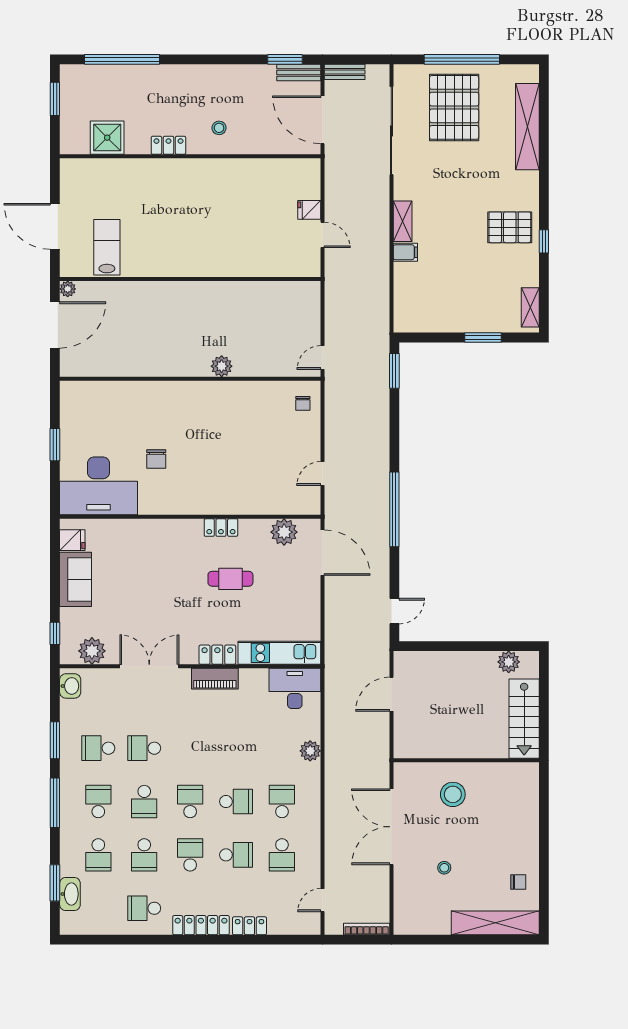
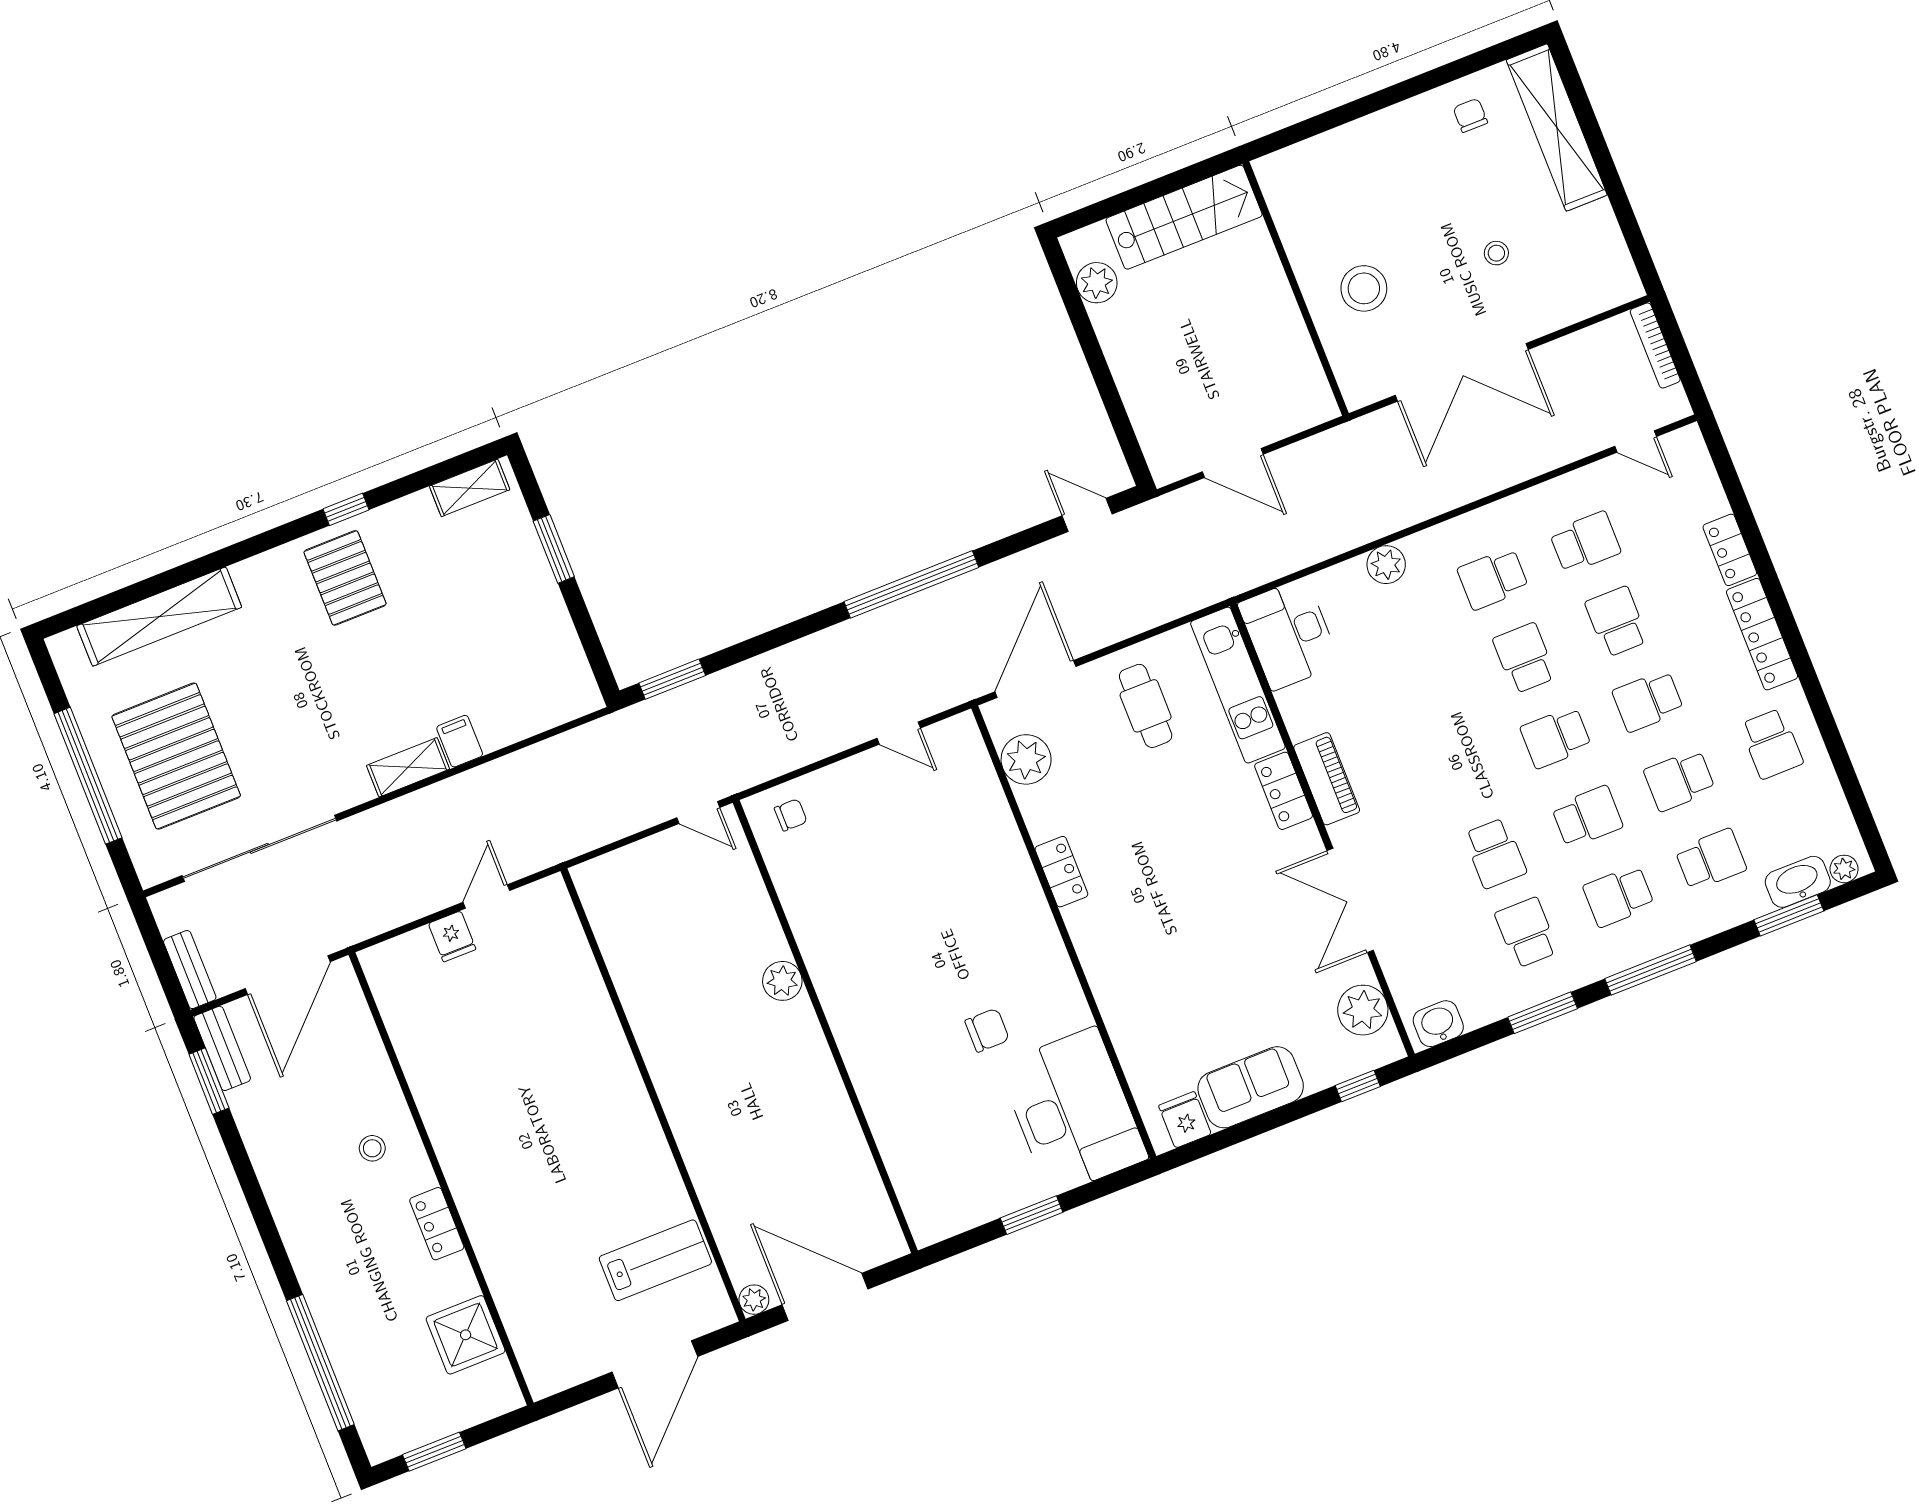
pallet: (454, 107) -> (176, 756), turned 90
lab bench: (107, 247) -> (655, 1260), turned 180
cafe table: (230, 579) -> (1146, 706), moved
school desk: (98, 748) -> (1526, 933), turned 180
school desk: (144, 855) -> (1679, 780), turned 180
plant: (67, 920) -> (1844, 869), added

